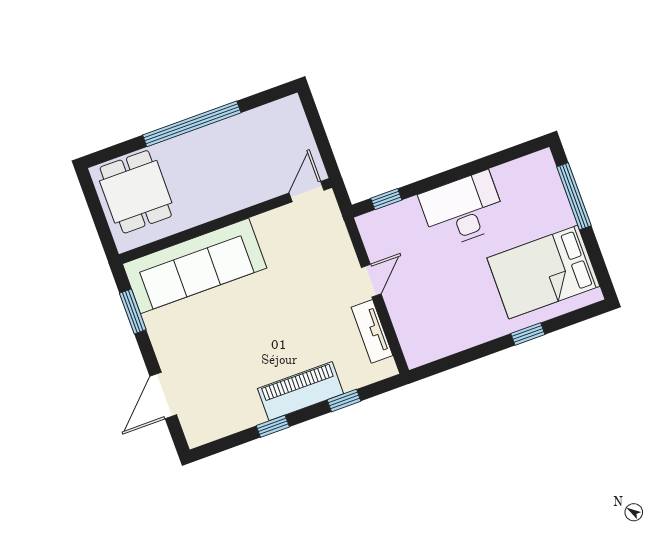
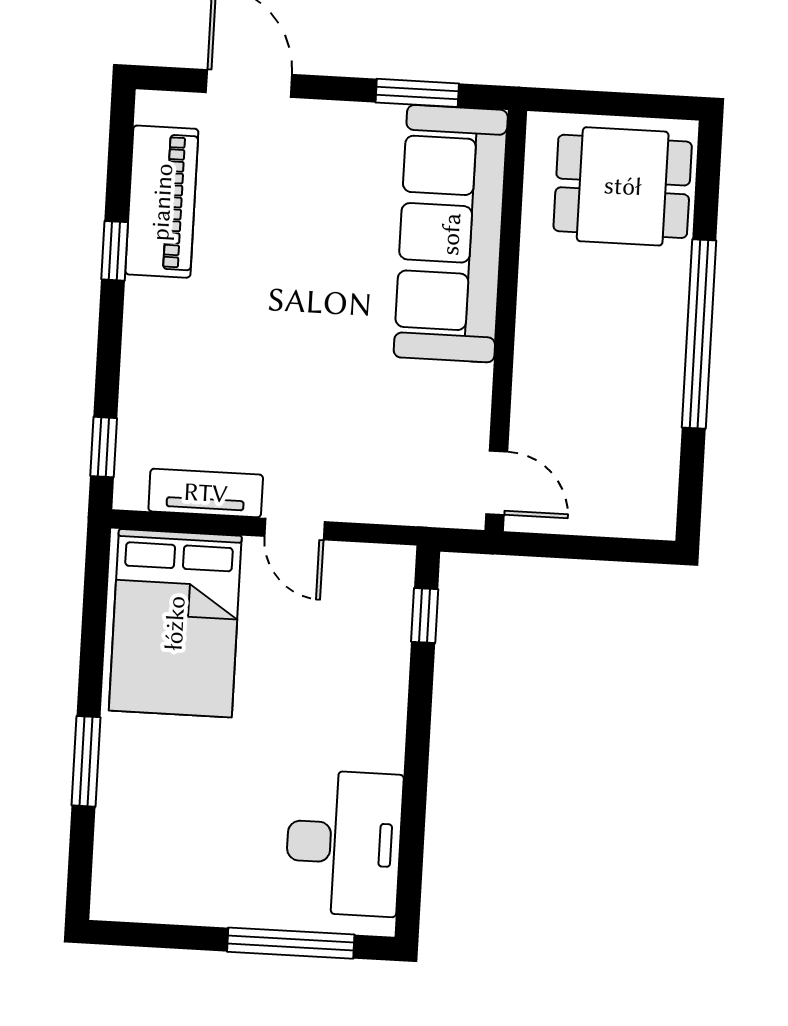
desk: (463, 210) -> (344, 843), moved
bed: (543, 272) -> (175, 623), moved, turned 180
window: (528, 334) -> (86, 761), width x1.50
piano: (301, 391) -> (162, 202), moved
window: (344, 400) -> (104, 447), moved

